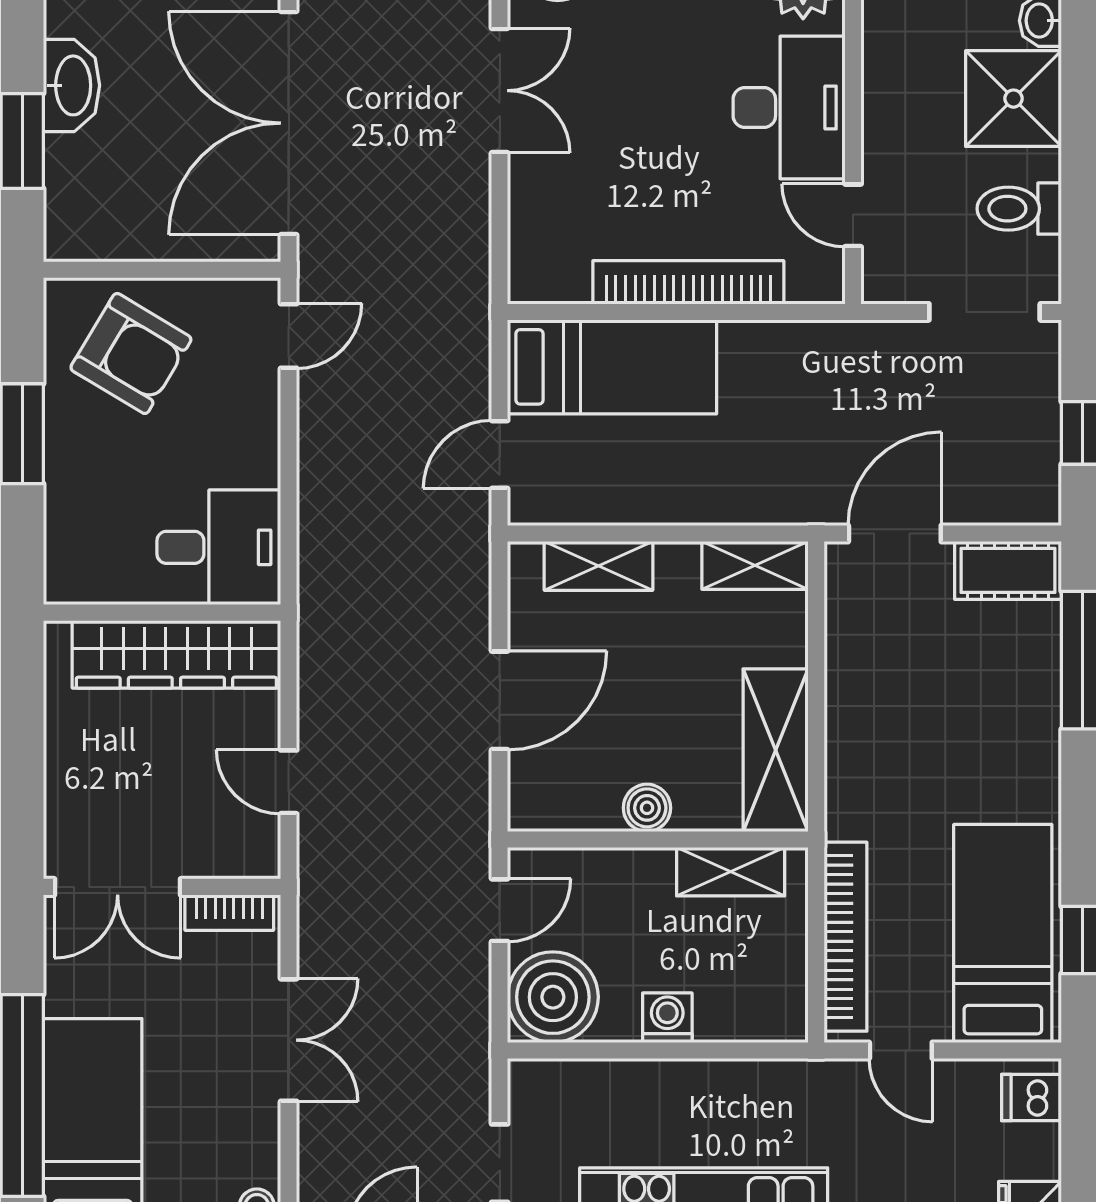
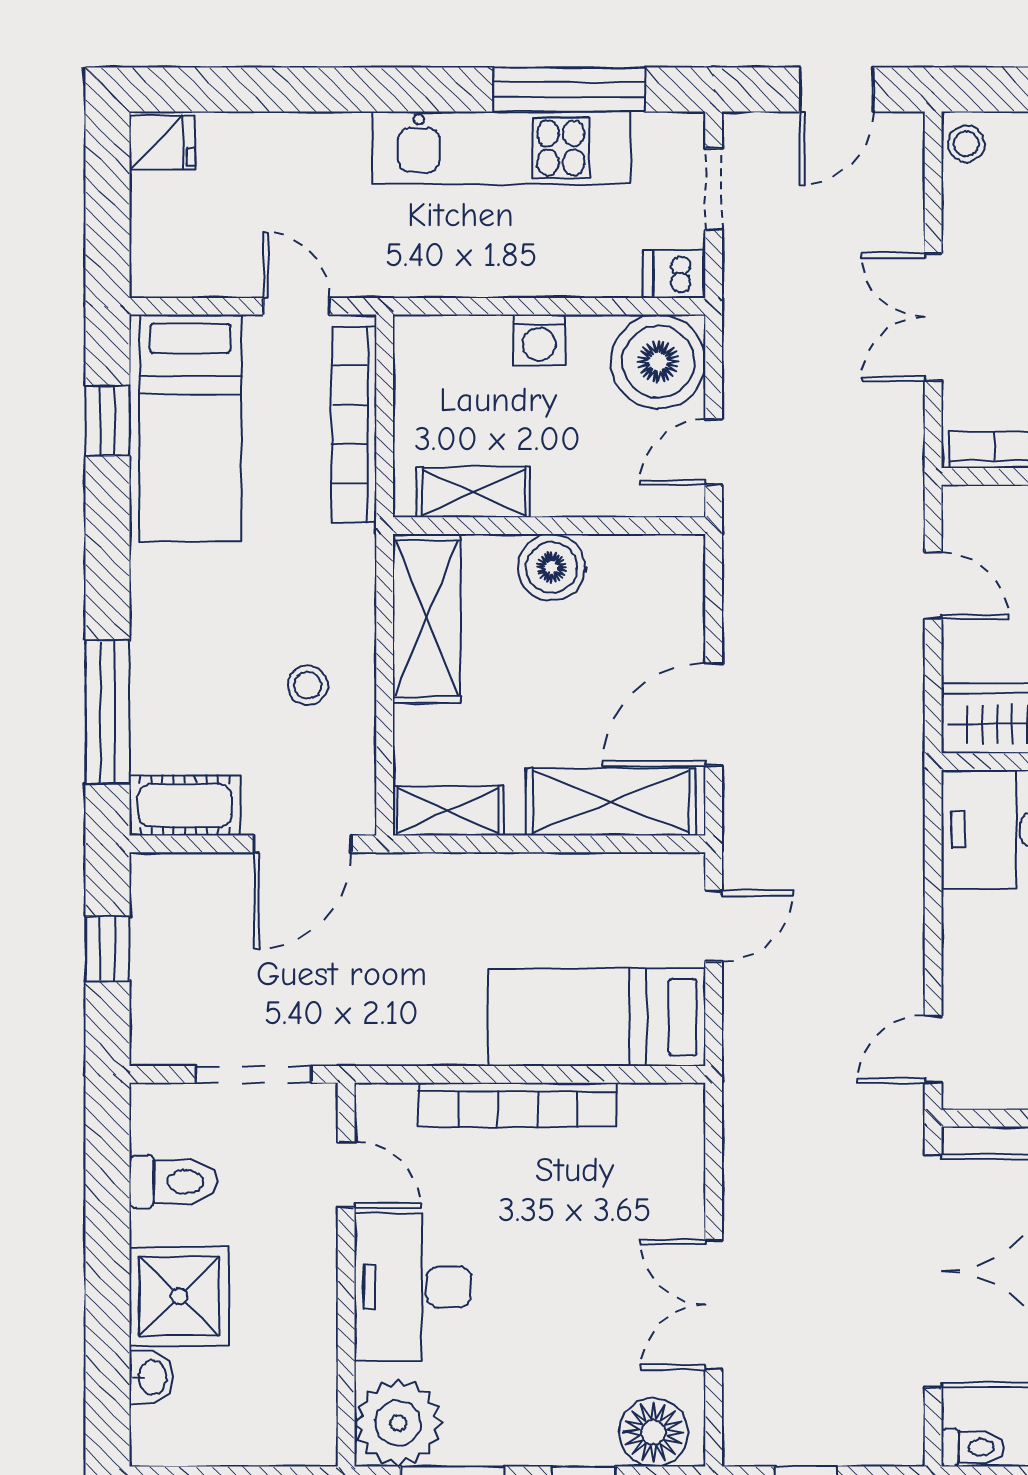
doorway: (985, 312) -> (253, 1074), moved
shelving: (598, 566) -> (611, 802), width x1.50, depth x1.33
stool: (890, 686) -> (308, 685), added
door: (500, 700) -> (714, 714), moved
boiler: (647, 808) -> (551, 567), width x1.36, depth x1.36
dishwasher: (1031, 1098) -> (674, 274), moved, turned 180

